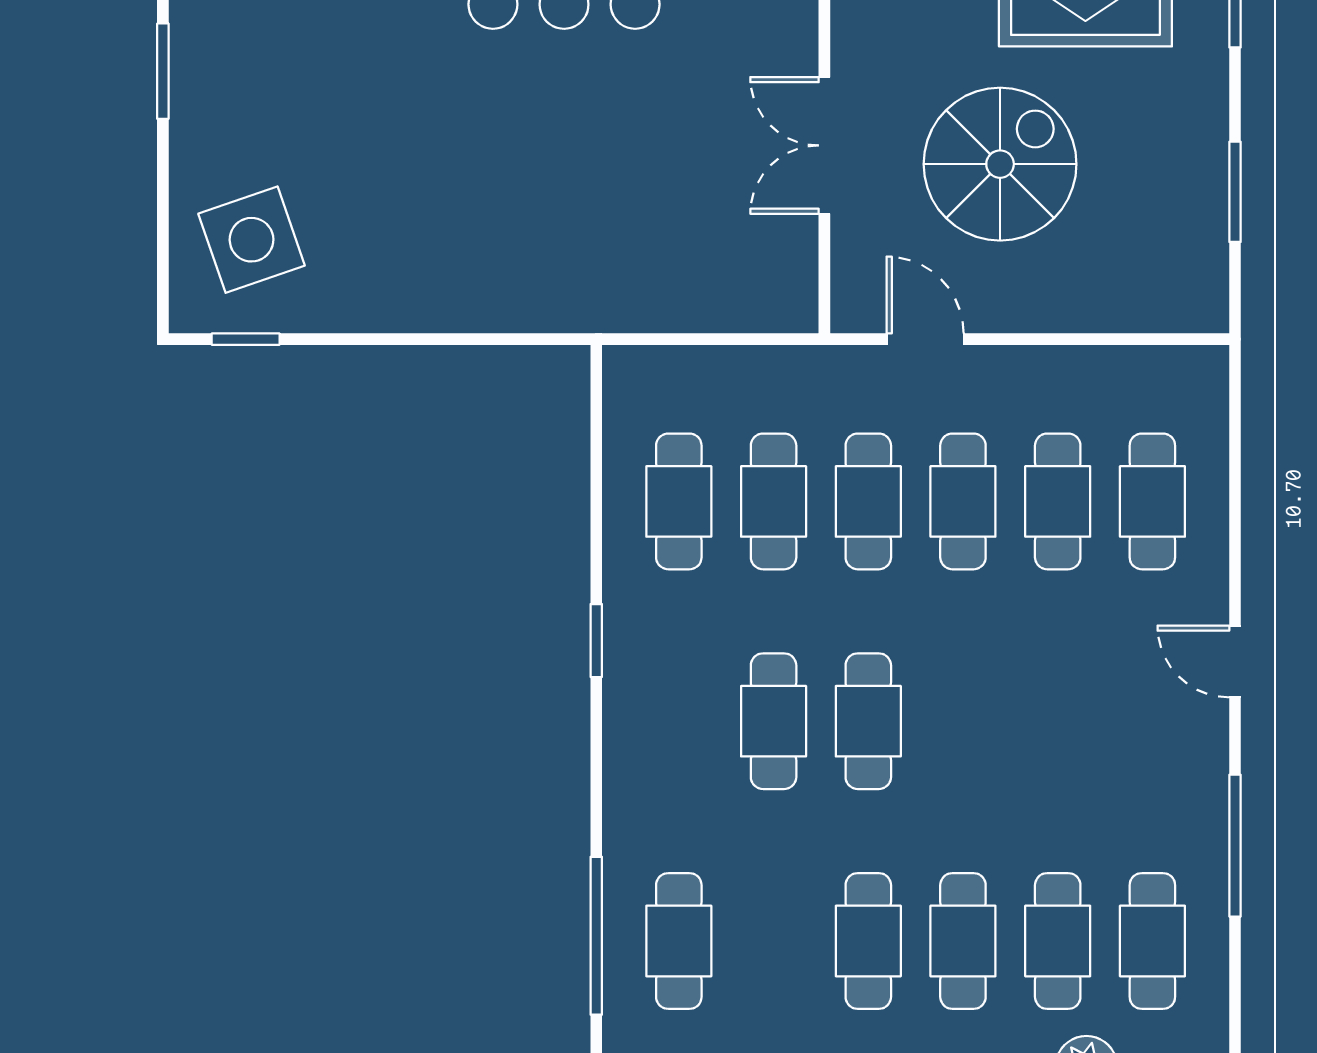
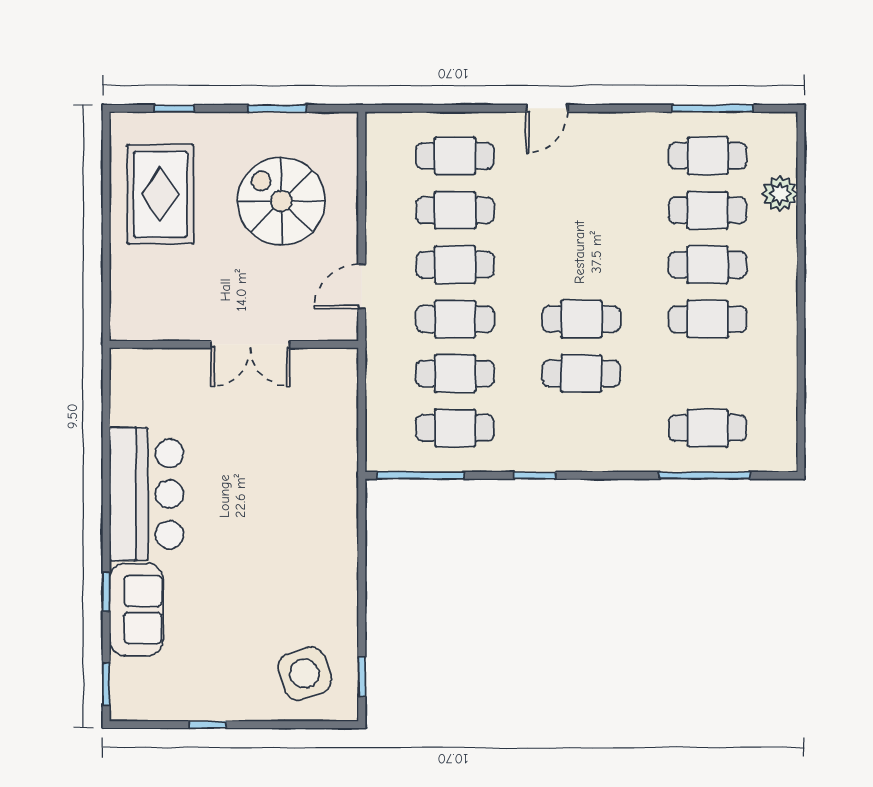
window: (163, 71) -> (208, 725), width x0.67
spiral stairs: (1000, 164) -> (281, 201), moved
window: (596, 441) -> (420, 475), added
window: (1235, 846) -> (712, 108), moved

